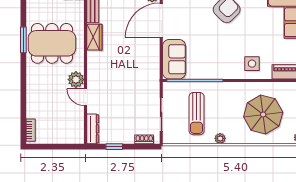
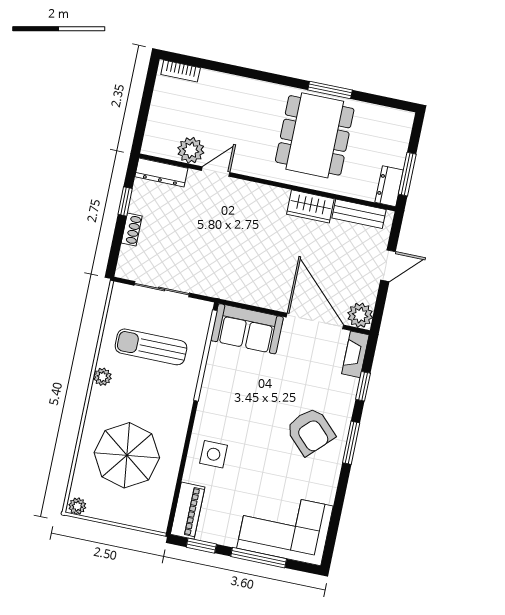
plant: (76, 80) -> (191, 150), moved
shoe rack: (144, 139) -> (132, 230), moved

